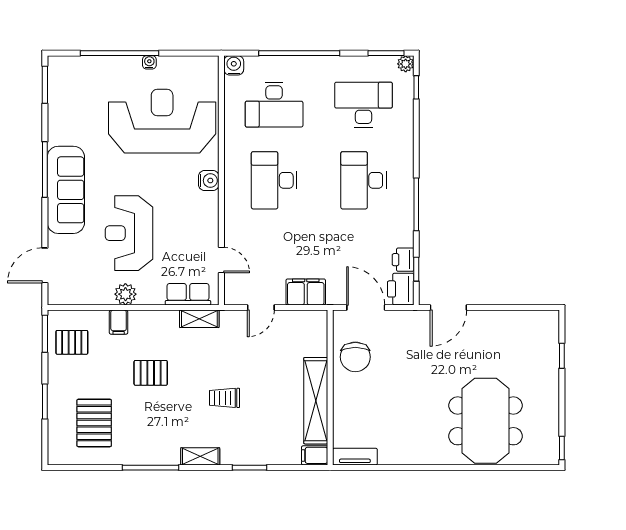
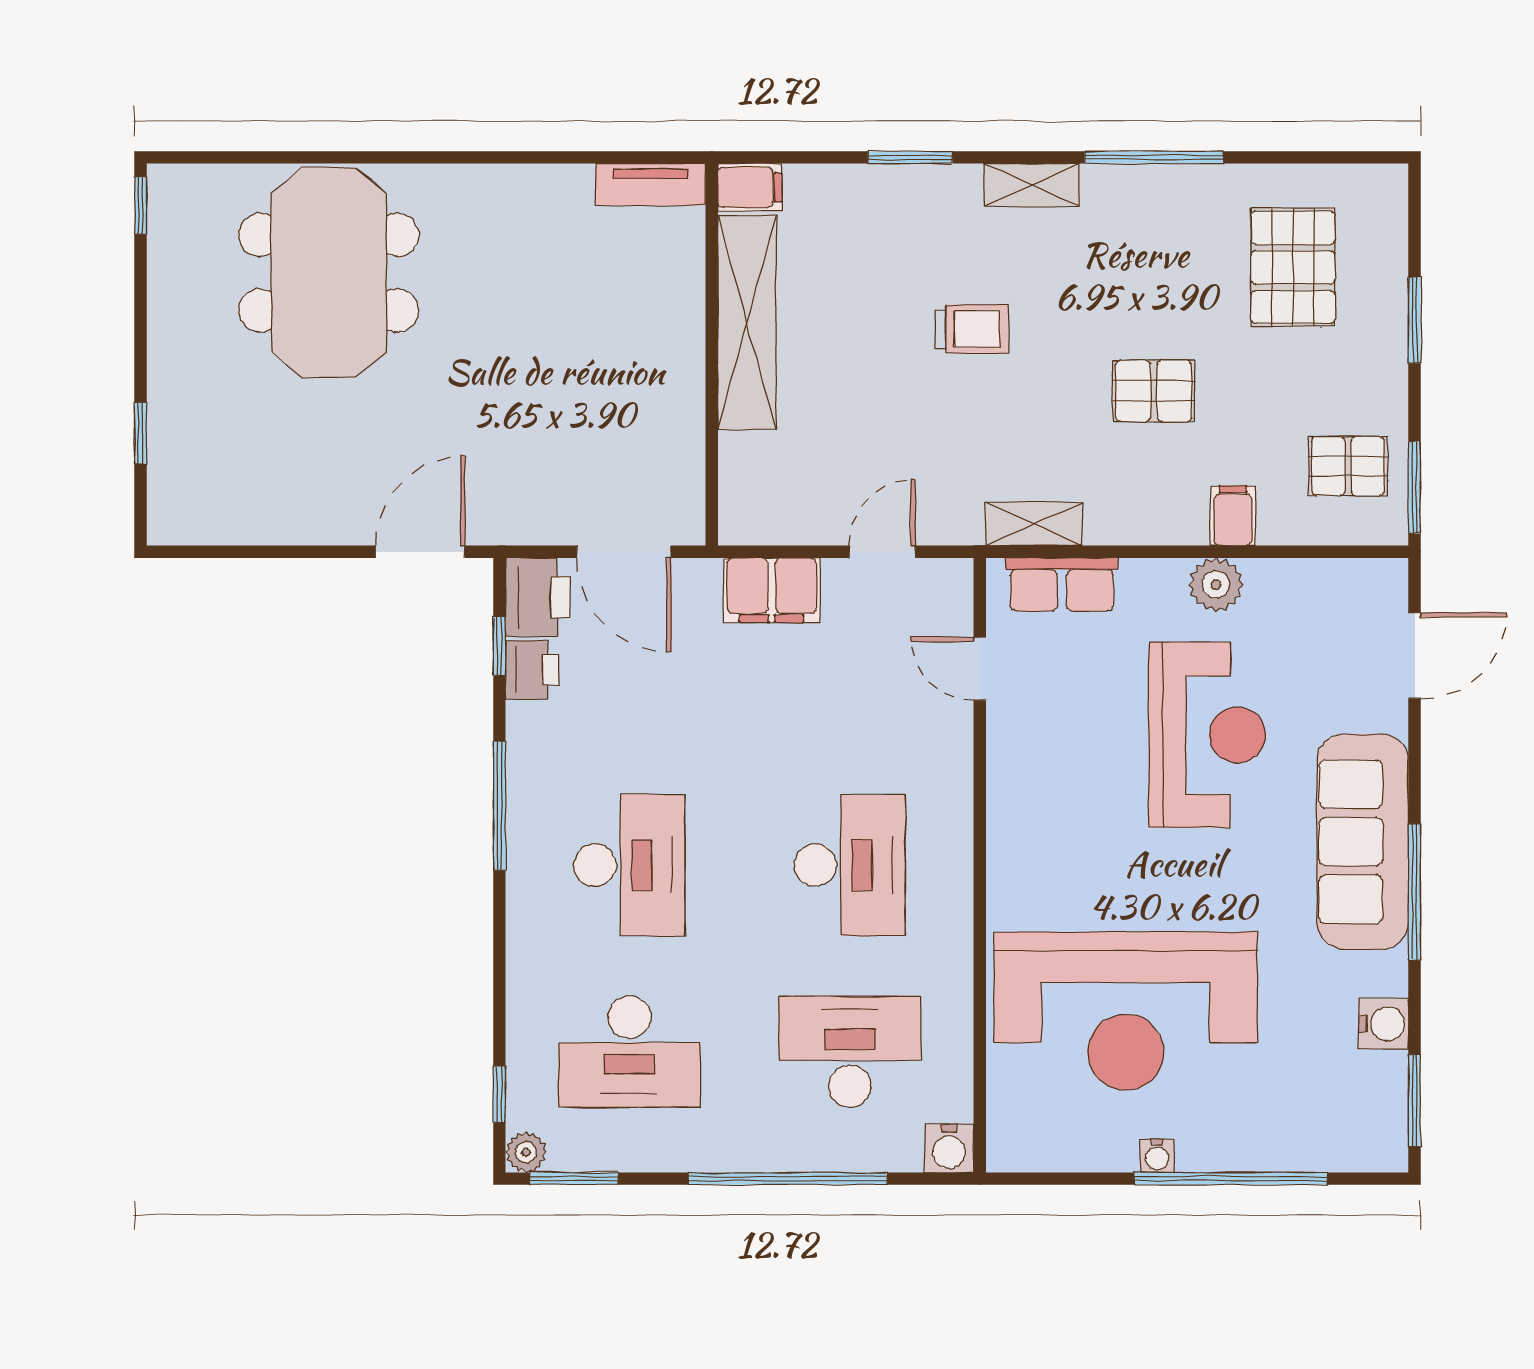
water cooler: (209, 181) -> (1384, 1024), moved, turned 180
chair: (355, 357) -> (650, 430), removed

